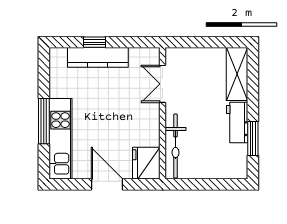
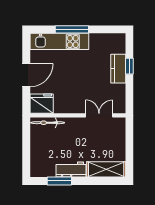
kitchen counter: (98, 57) -> (118, 69), width x0.67
bicycle: (176, 146) -> (48, 123), width x0.73, depth x0.71

